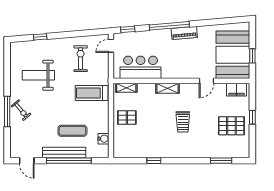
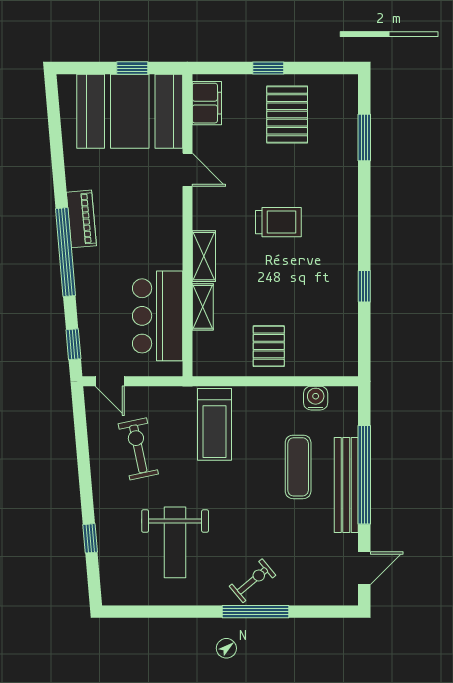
exercise bike: (81, 59) -> (138, 449), turned 78
shelving: (126, 88) -> (203, 307), moved

